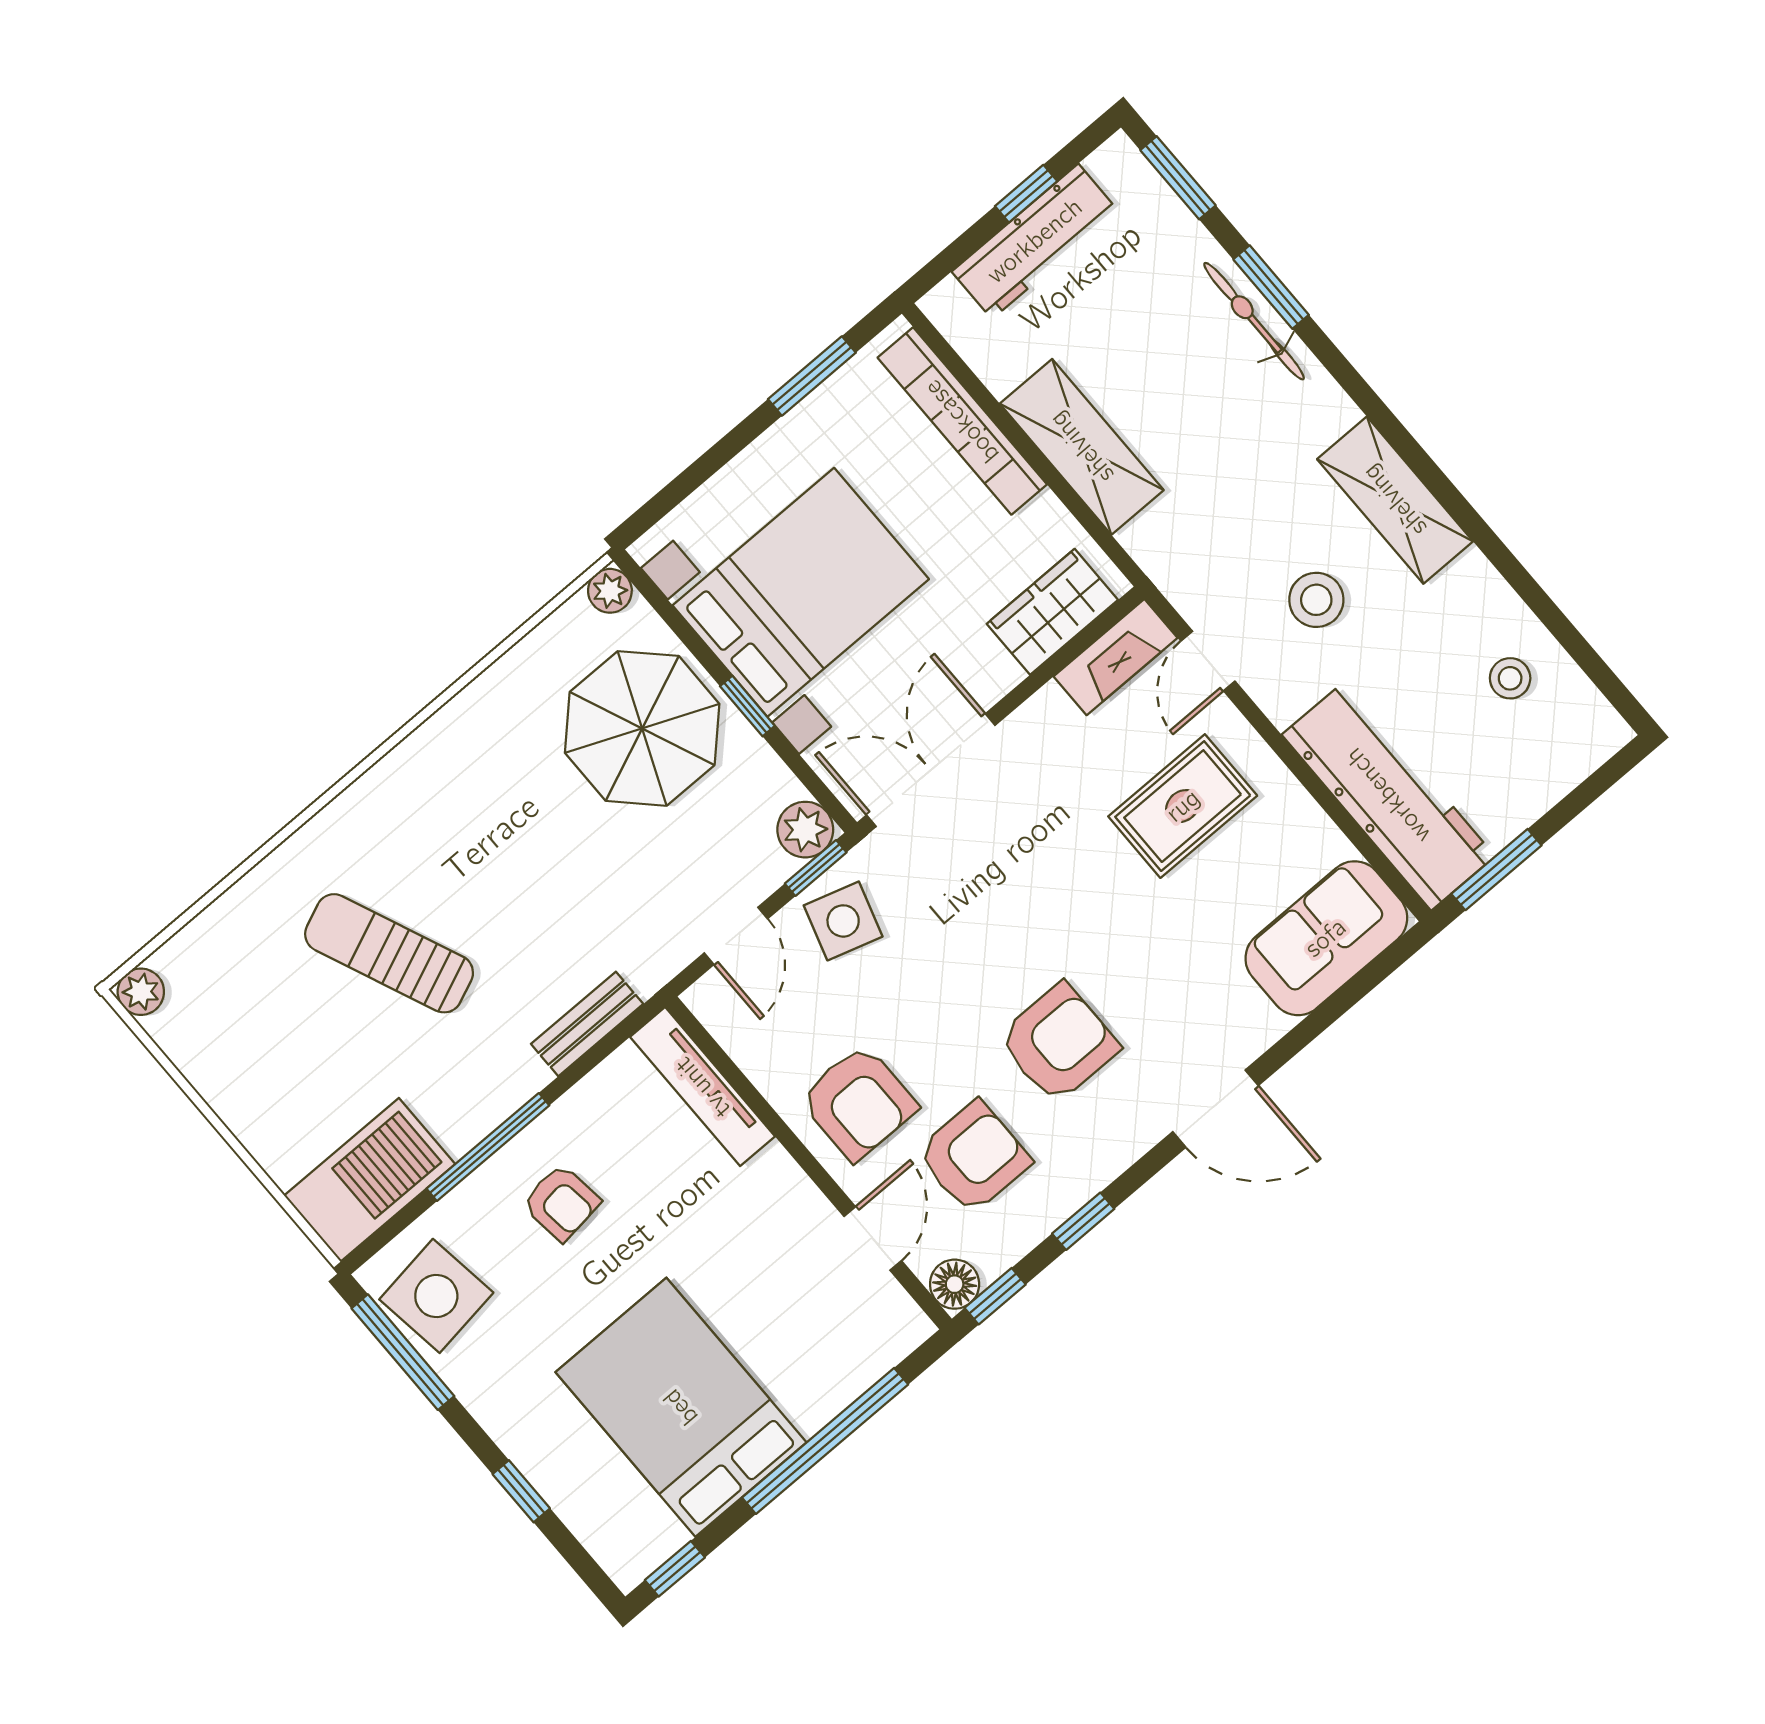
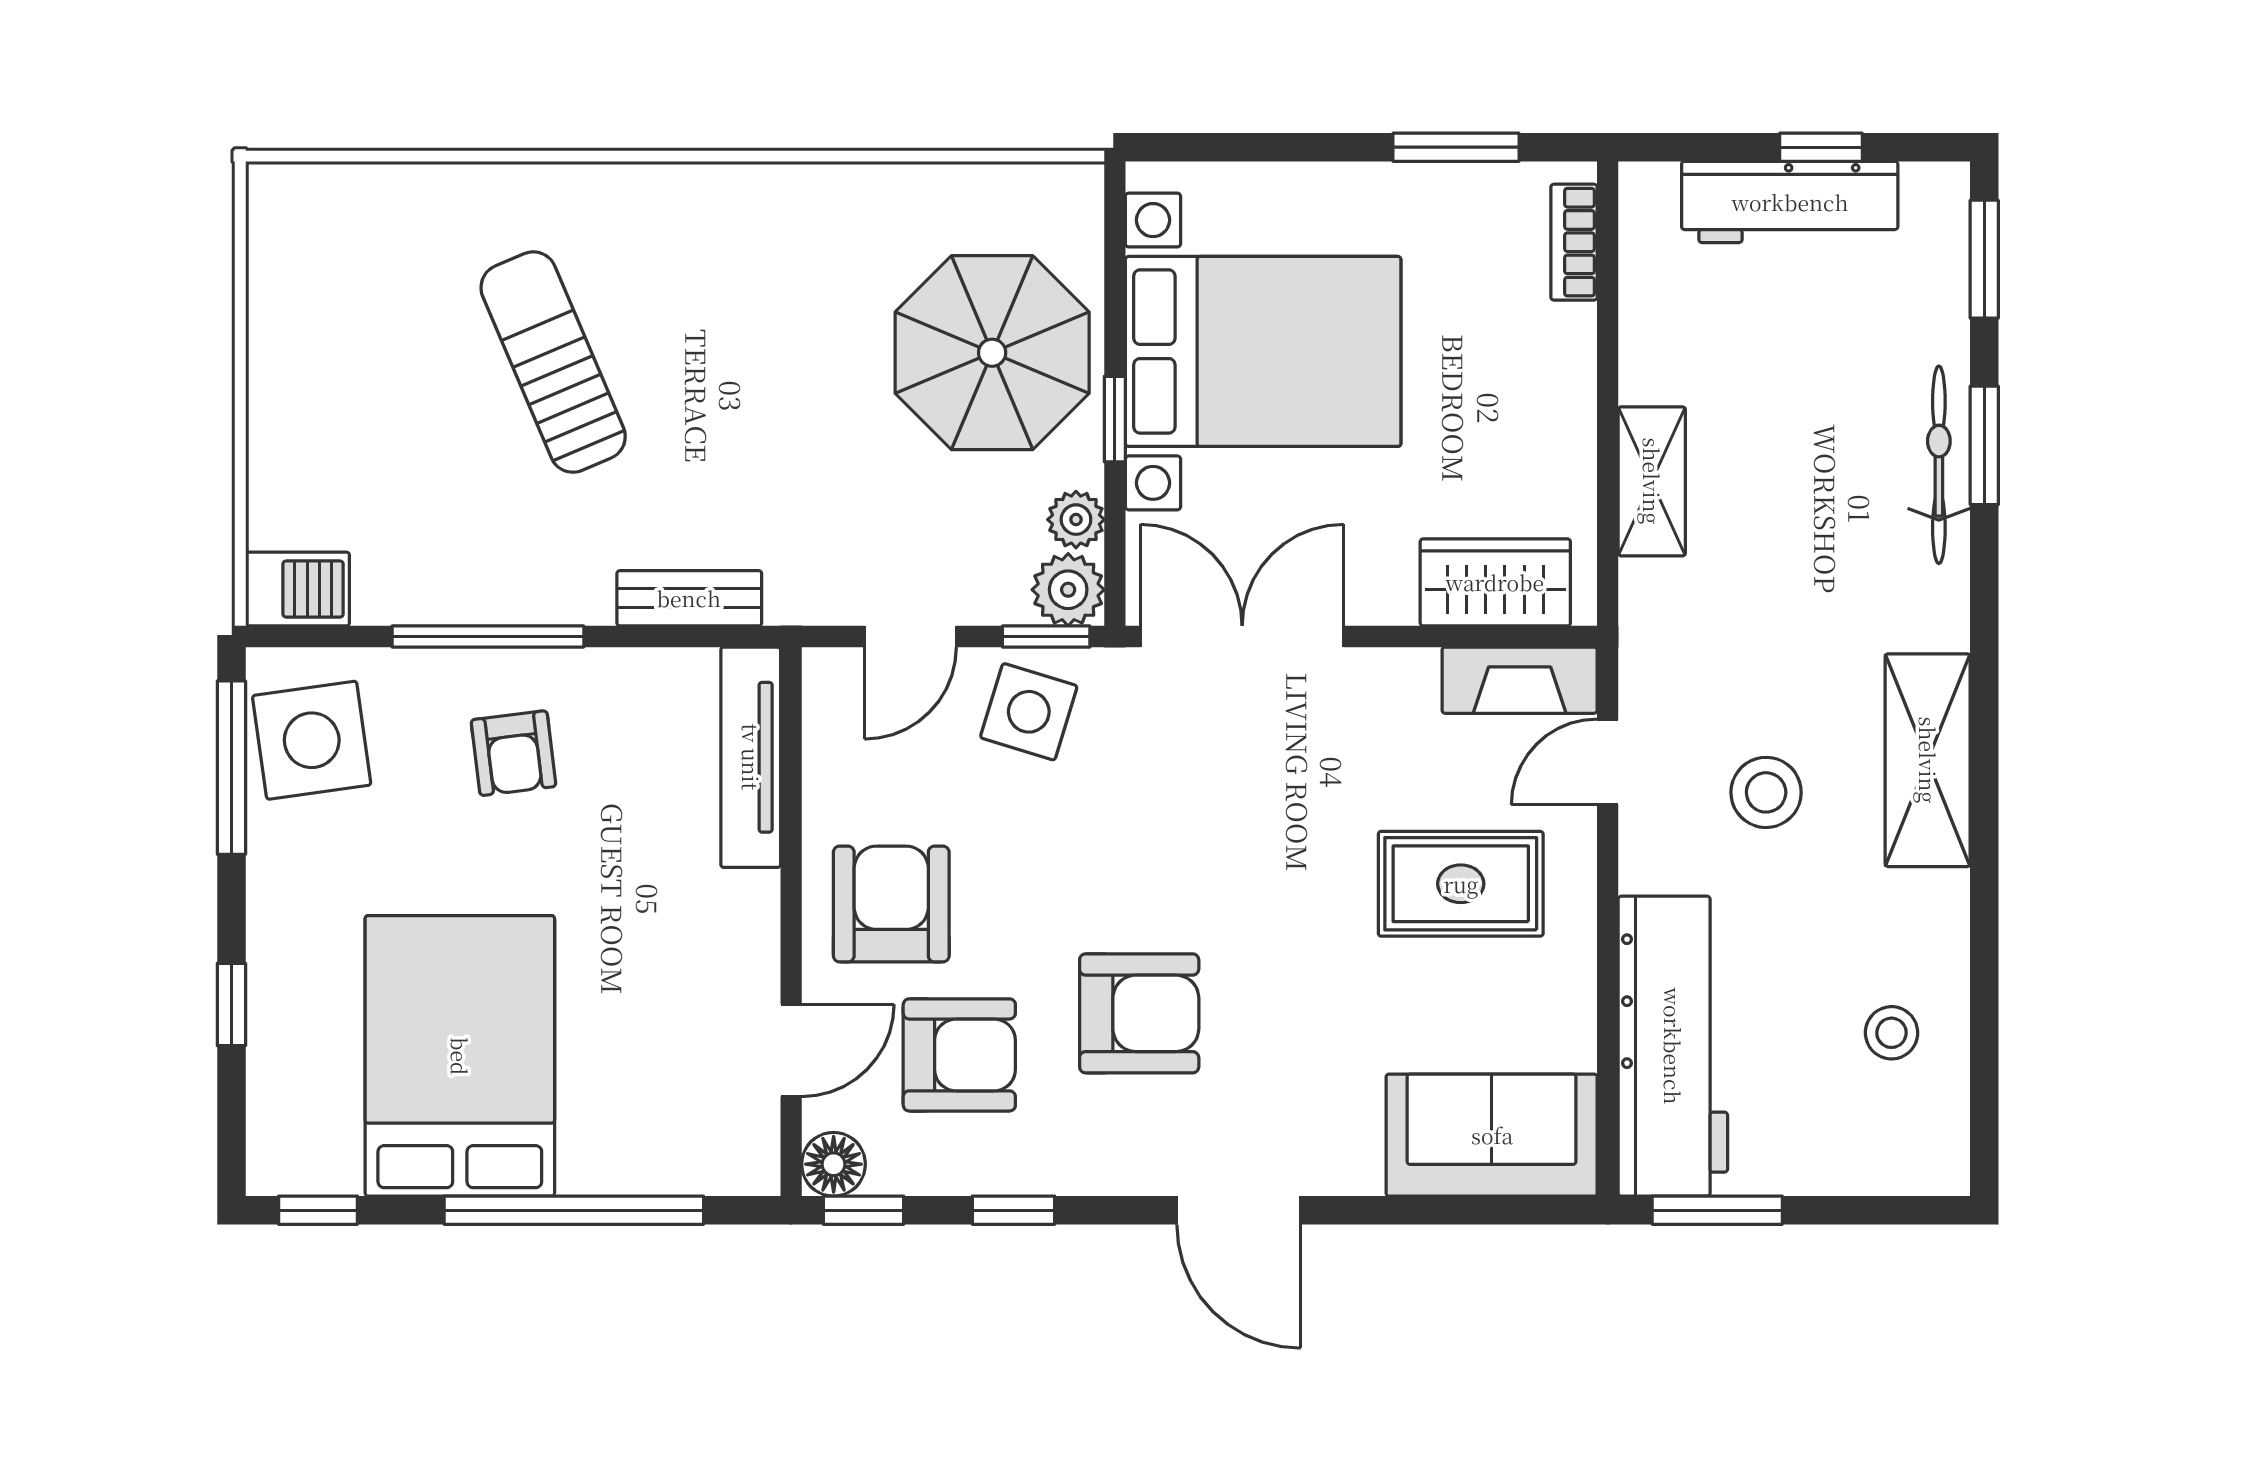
bookcase: (962, 421) -> (1574, 242), width x0.43, depth x0.76
shelving: (1082, 447) -> (1652, 481), width x0.67, depth x0.75
plant: (610, 591) -> (1076, 520), moved
plant: (141, 992) -> (276, 191), removed
armchair: (858, 1103) -> (891, 904), turned 180
barbecue: (370, 1180) -> (297, 589), width x0.53, depth x0.65

